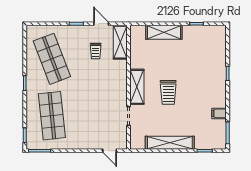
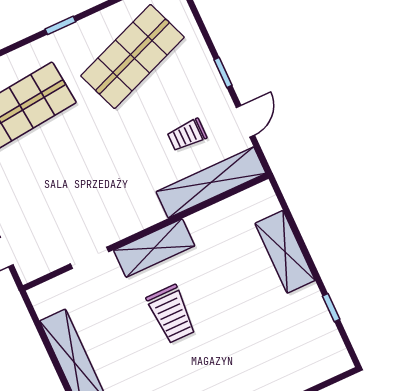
shelving: (120, 42) -> (211, 182), width x1.47
trolley: (168, 92) -> (171, 314), turned -90

